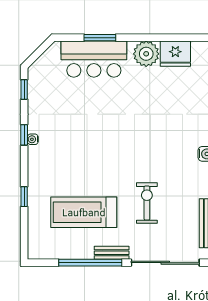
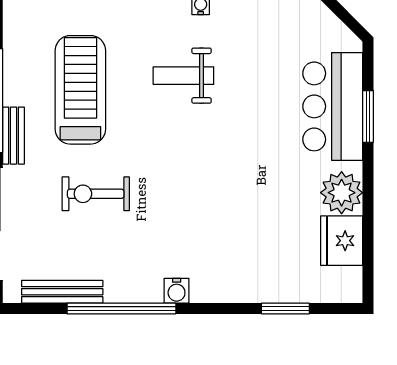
weight bench: (75, 150) -> (183, 76), added
exercise bike: (147, 203) -> (96, 194), turned 180

